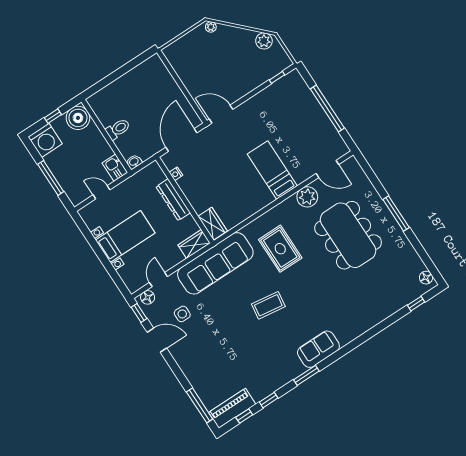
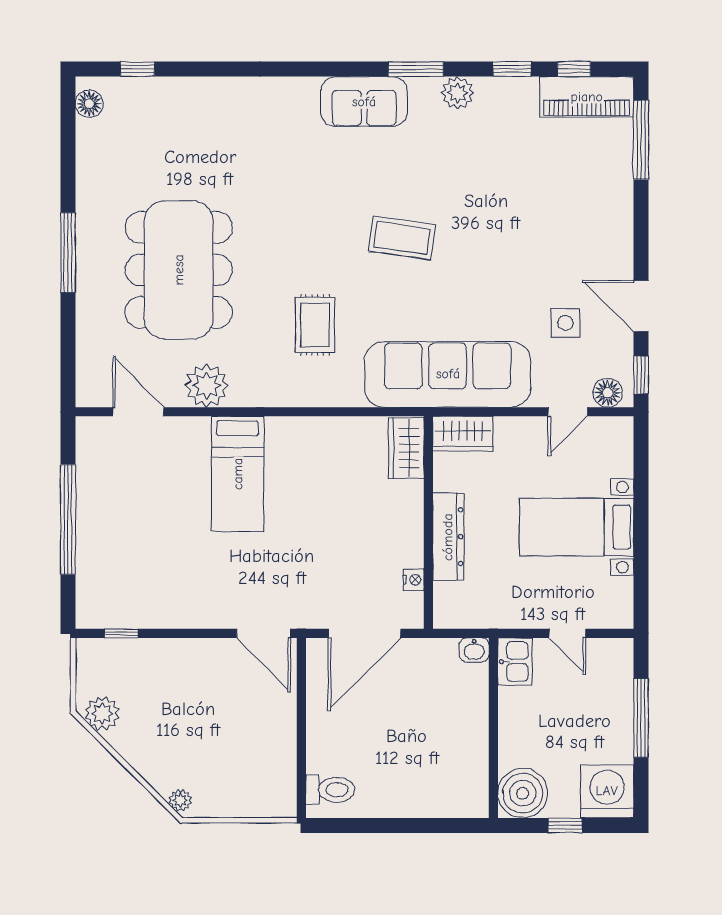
toilet: (118, 129) -> (330, 790), moved, turned 180
rug: (280, 249) -> (315, 325), width x0.73, depth x0.70
plant: (284, 377) -> (458, 93), added

